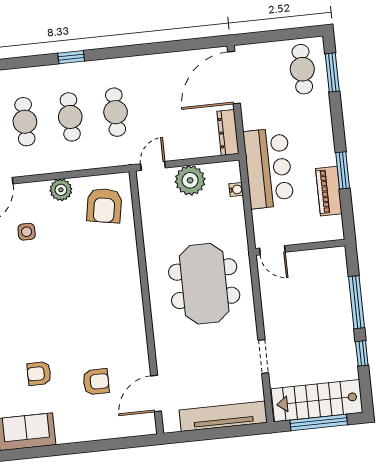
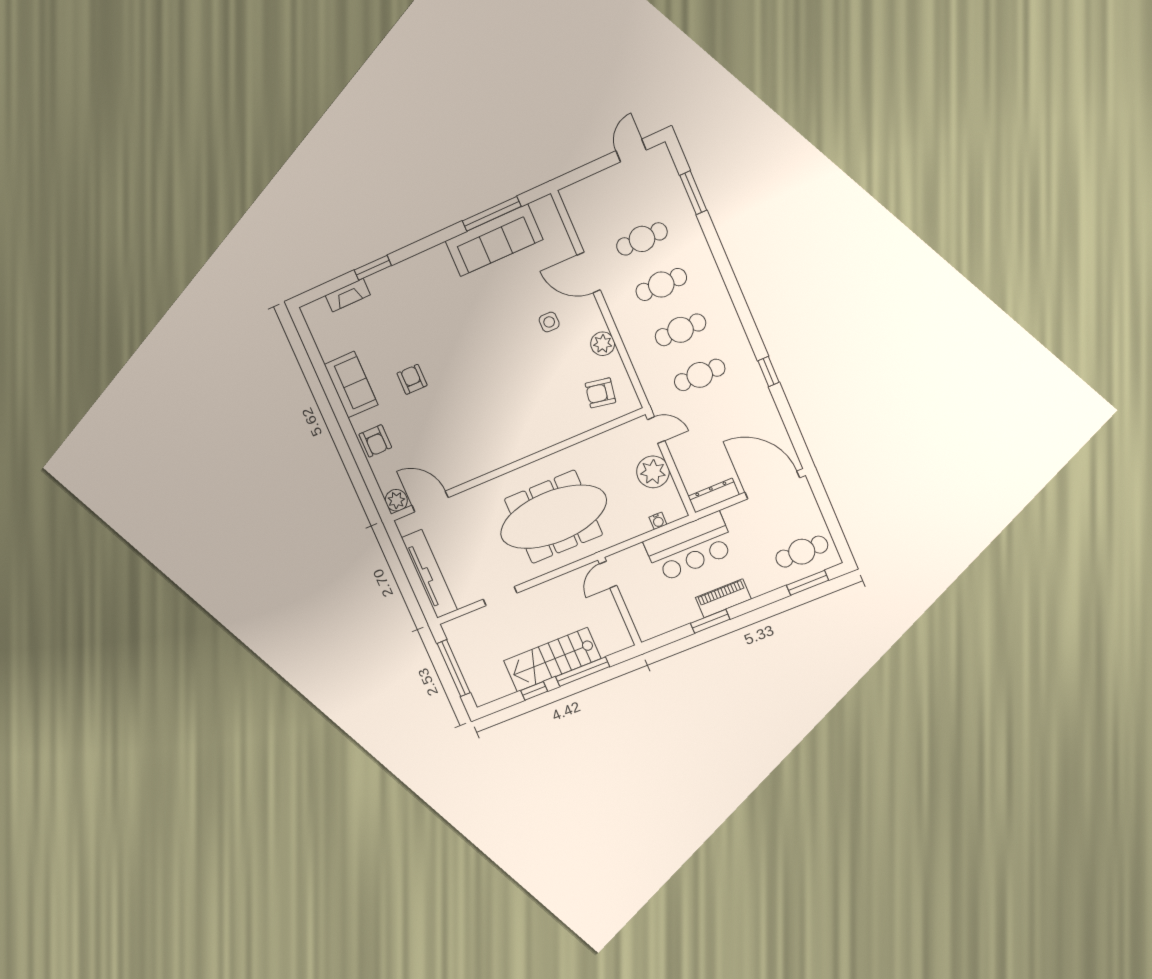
window: (71, 57) -> (768, 371), moved
piano: (329, 191) -> (723, 598), moved
armchair: (104, 206) -> (600, 393), width x0.72, depth x0.72
meeting table: (204, 284) -> (553, 517), width x1.36
armchair: (96, 382) -> (375, 441), moved
stairs: (317, 401) -> (552, 660), moved, turned -90
plant: (145, 425) -> (396, 500), added

